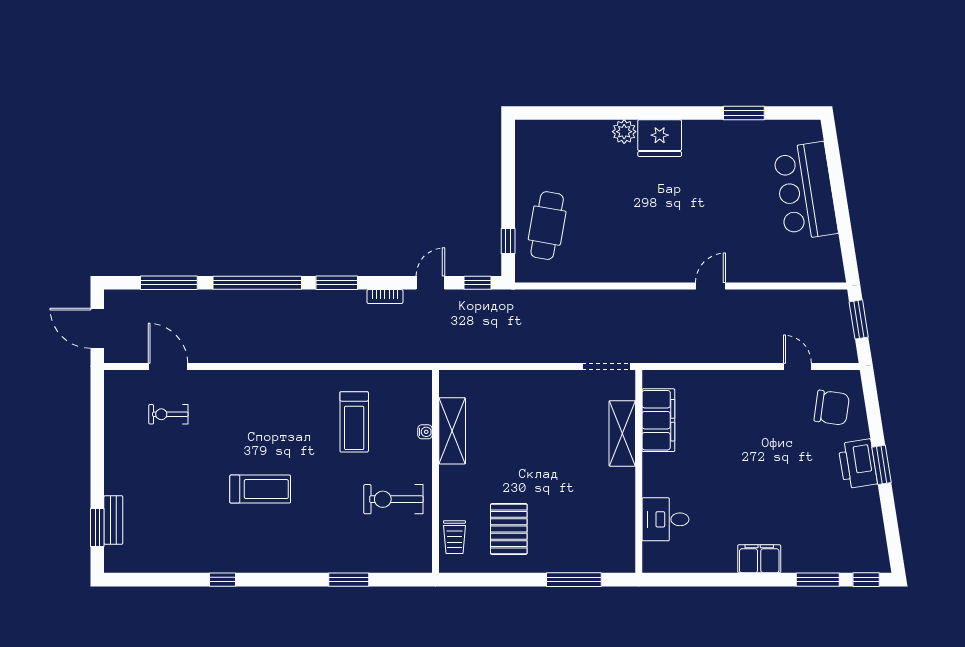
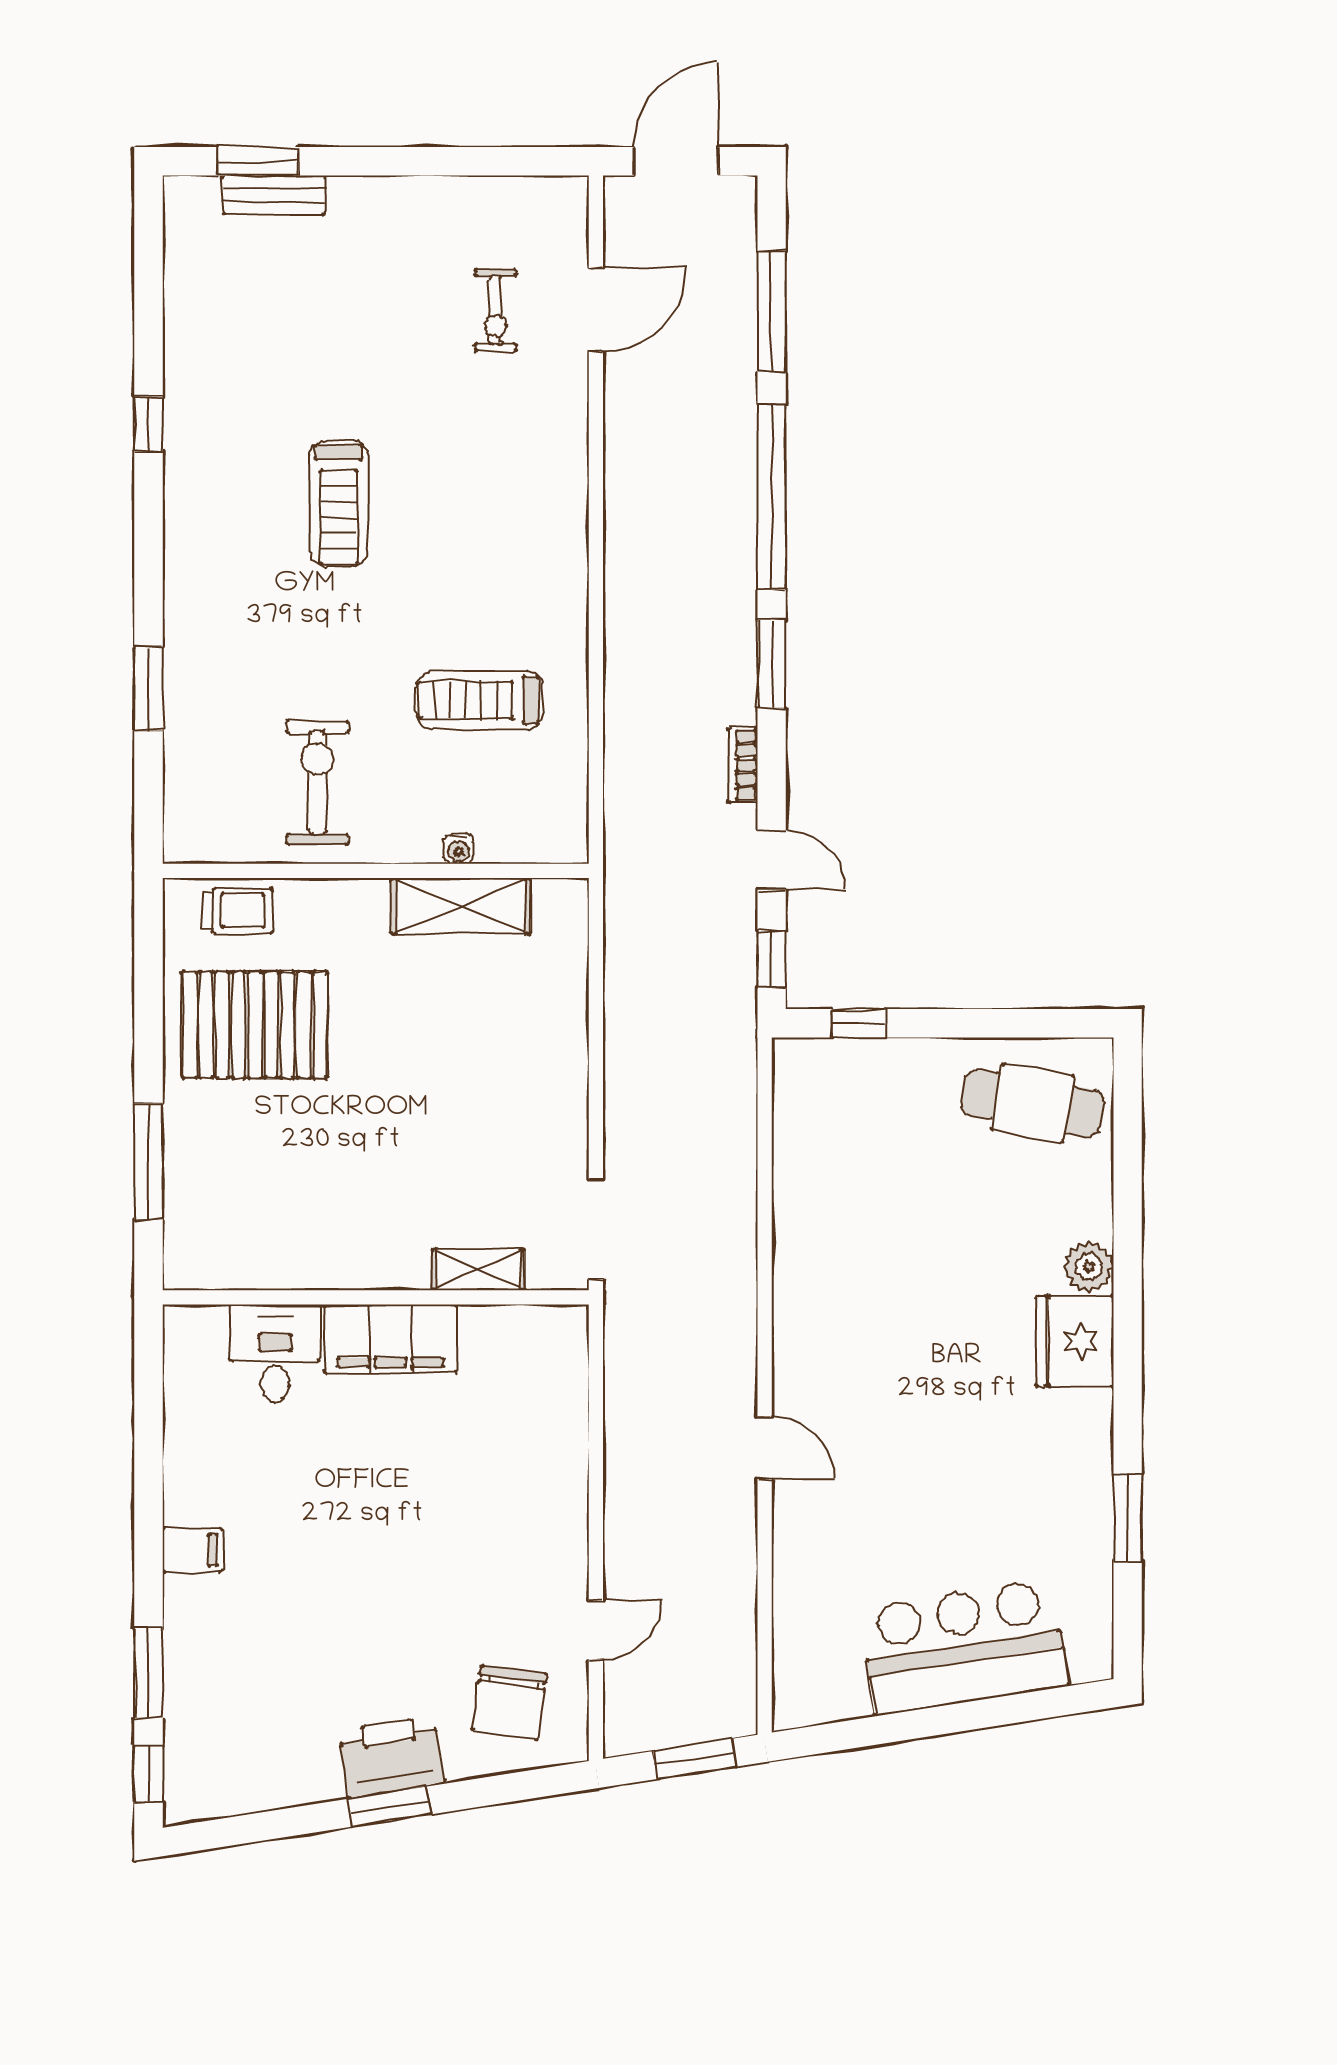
cafe table: (547, 226) -> (1033, 1103), moved
exercise bike: (168, 414) -> (496, 310), turned 180
filing cabinet: (658, 420) -> (390, 1339), moved
shelving: (622, 433) -> (478, 1270), width x0.67, depth x0.75
pallet: (509, 529) -> (255, 1025), width x1.37, depth x1.41
trolley: (454, 537) -> (238, 911), turned 180
filing cabinet: (759, 559) -> (192, 1550), width x0.50

